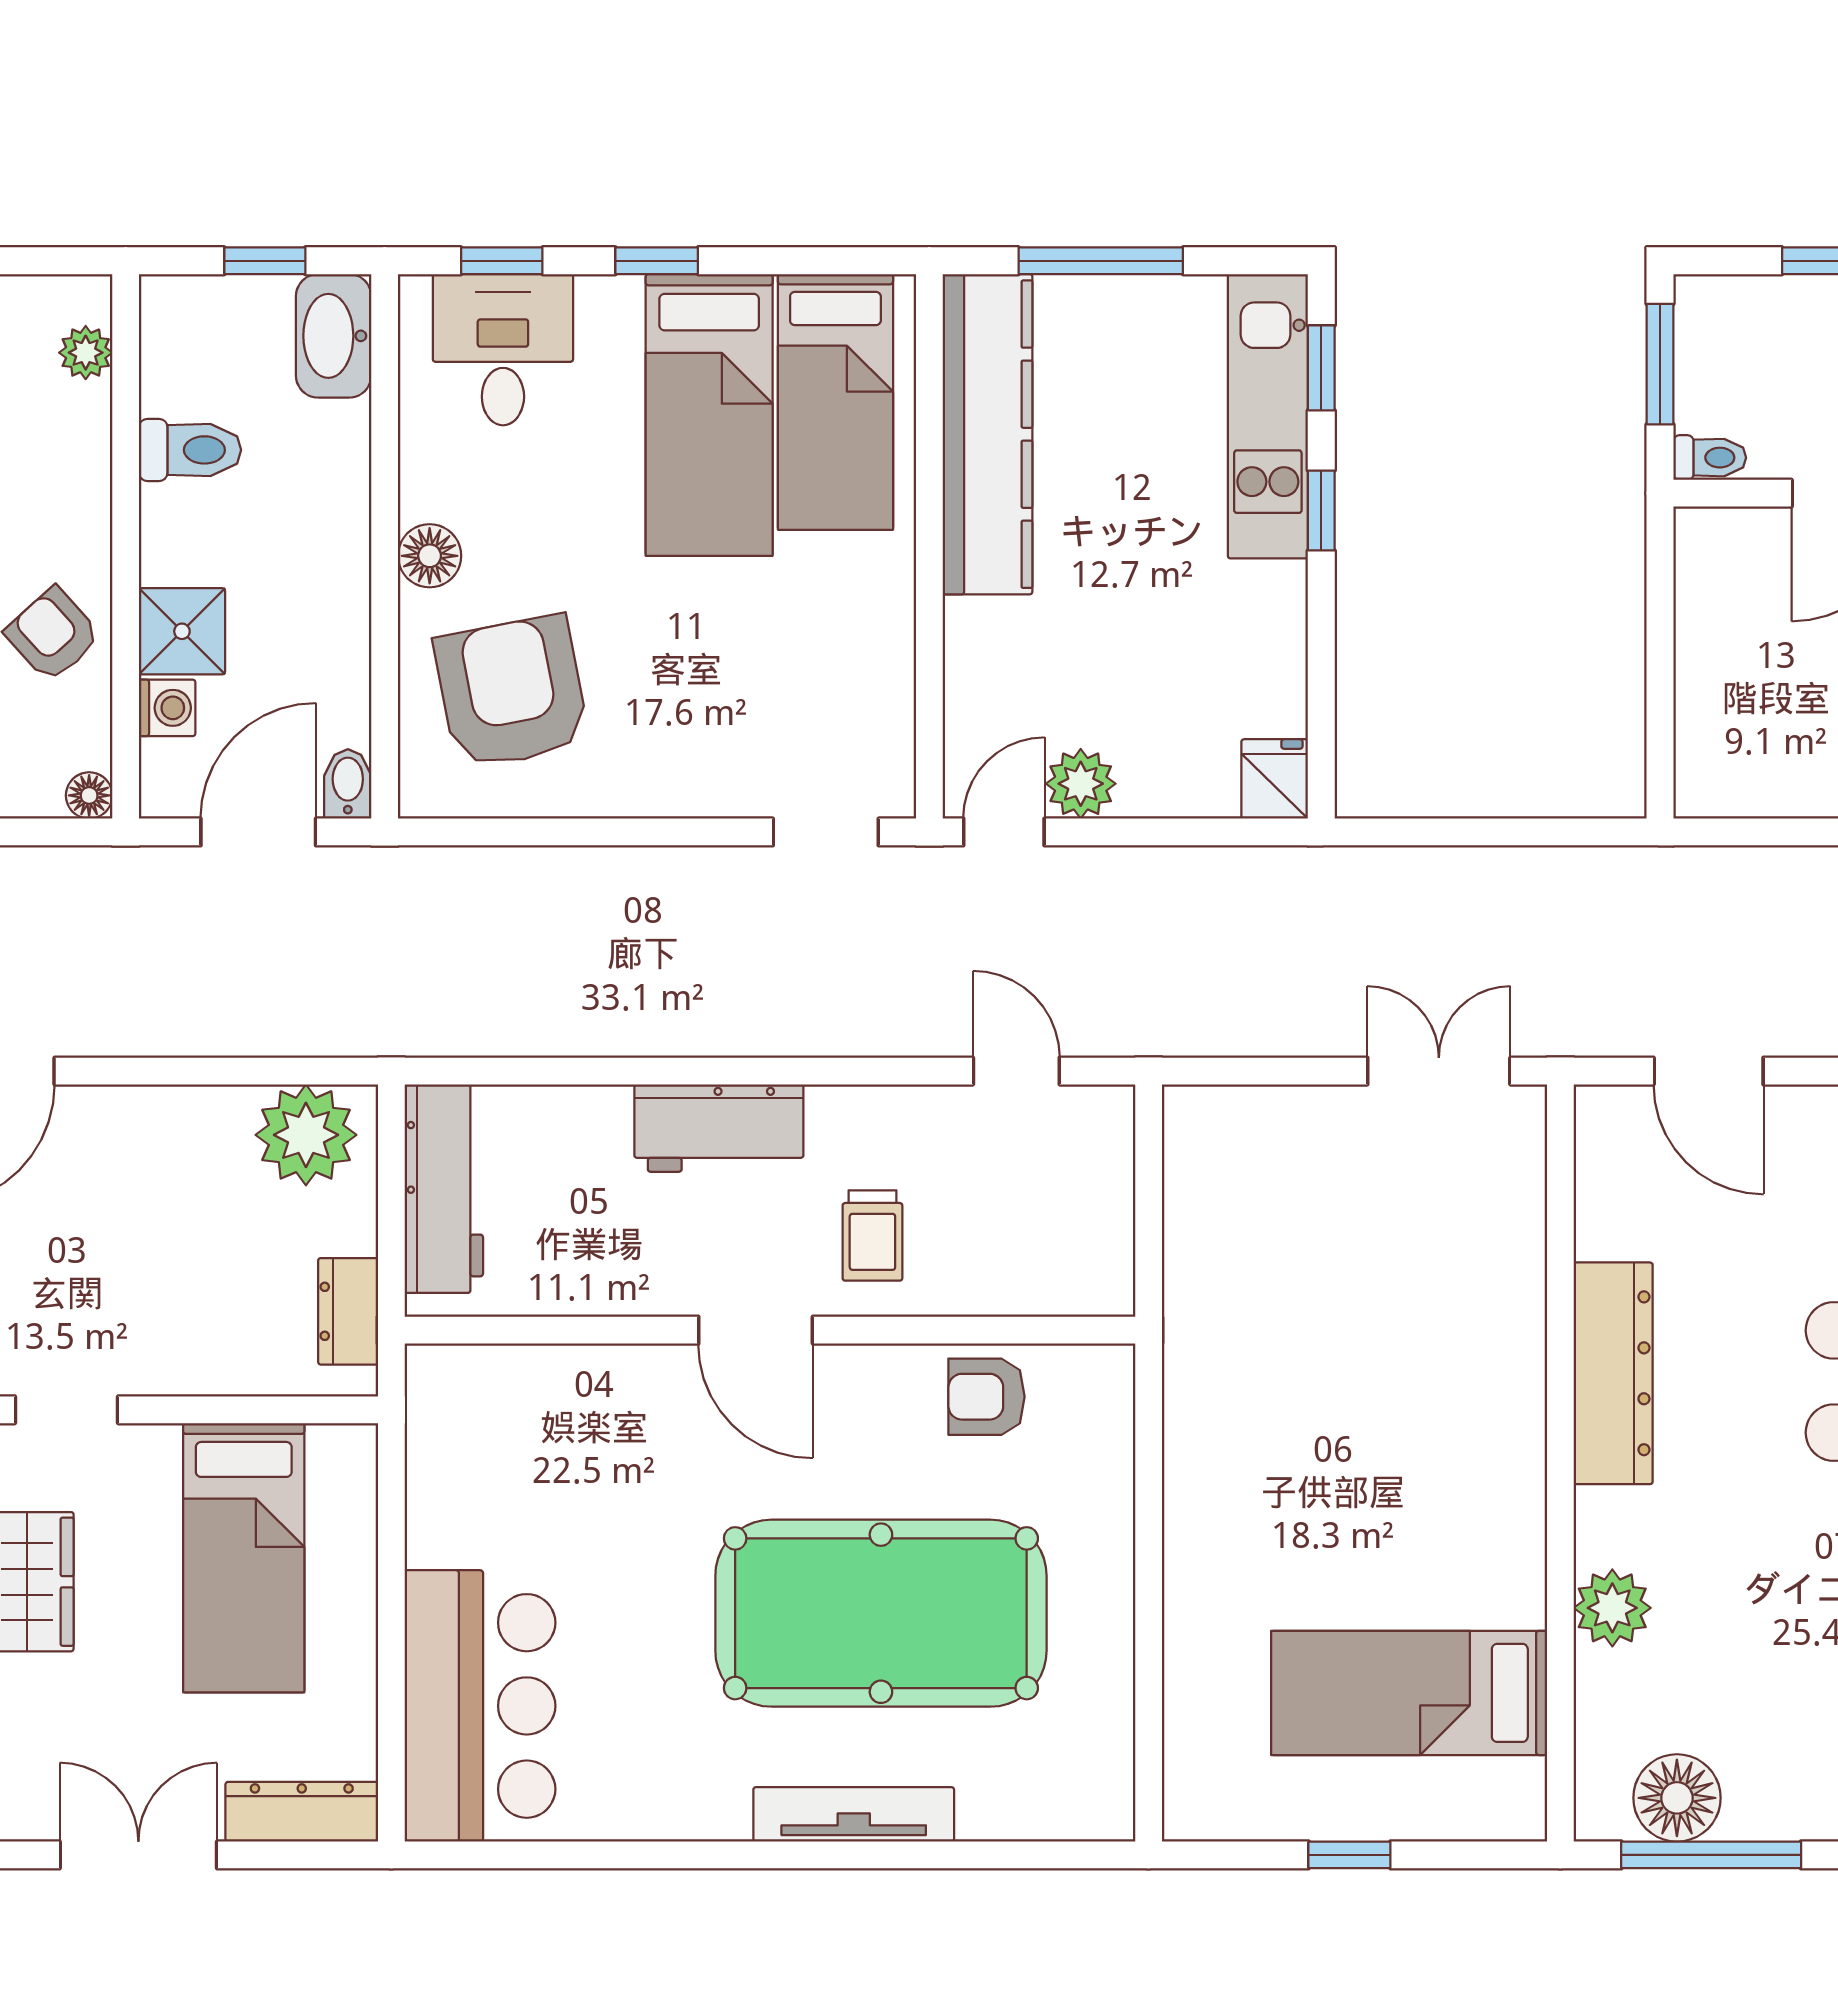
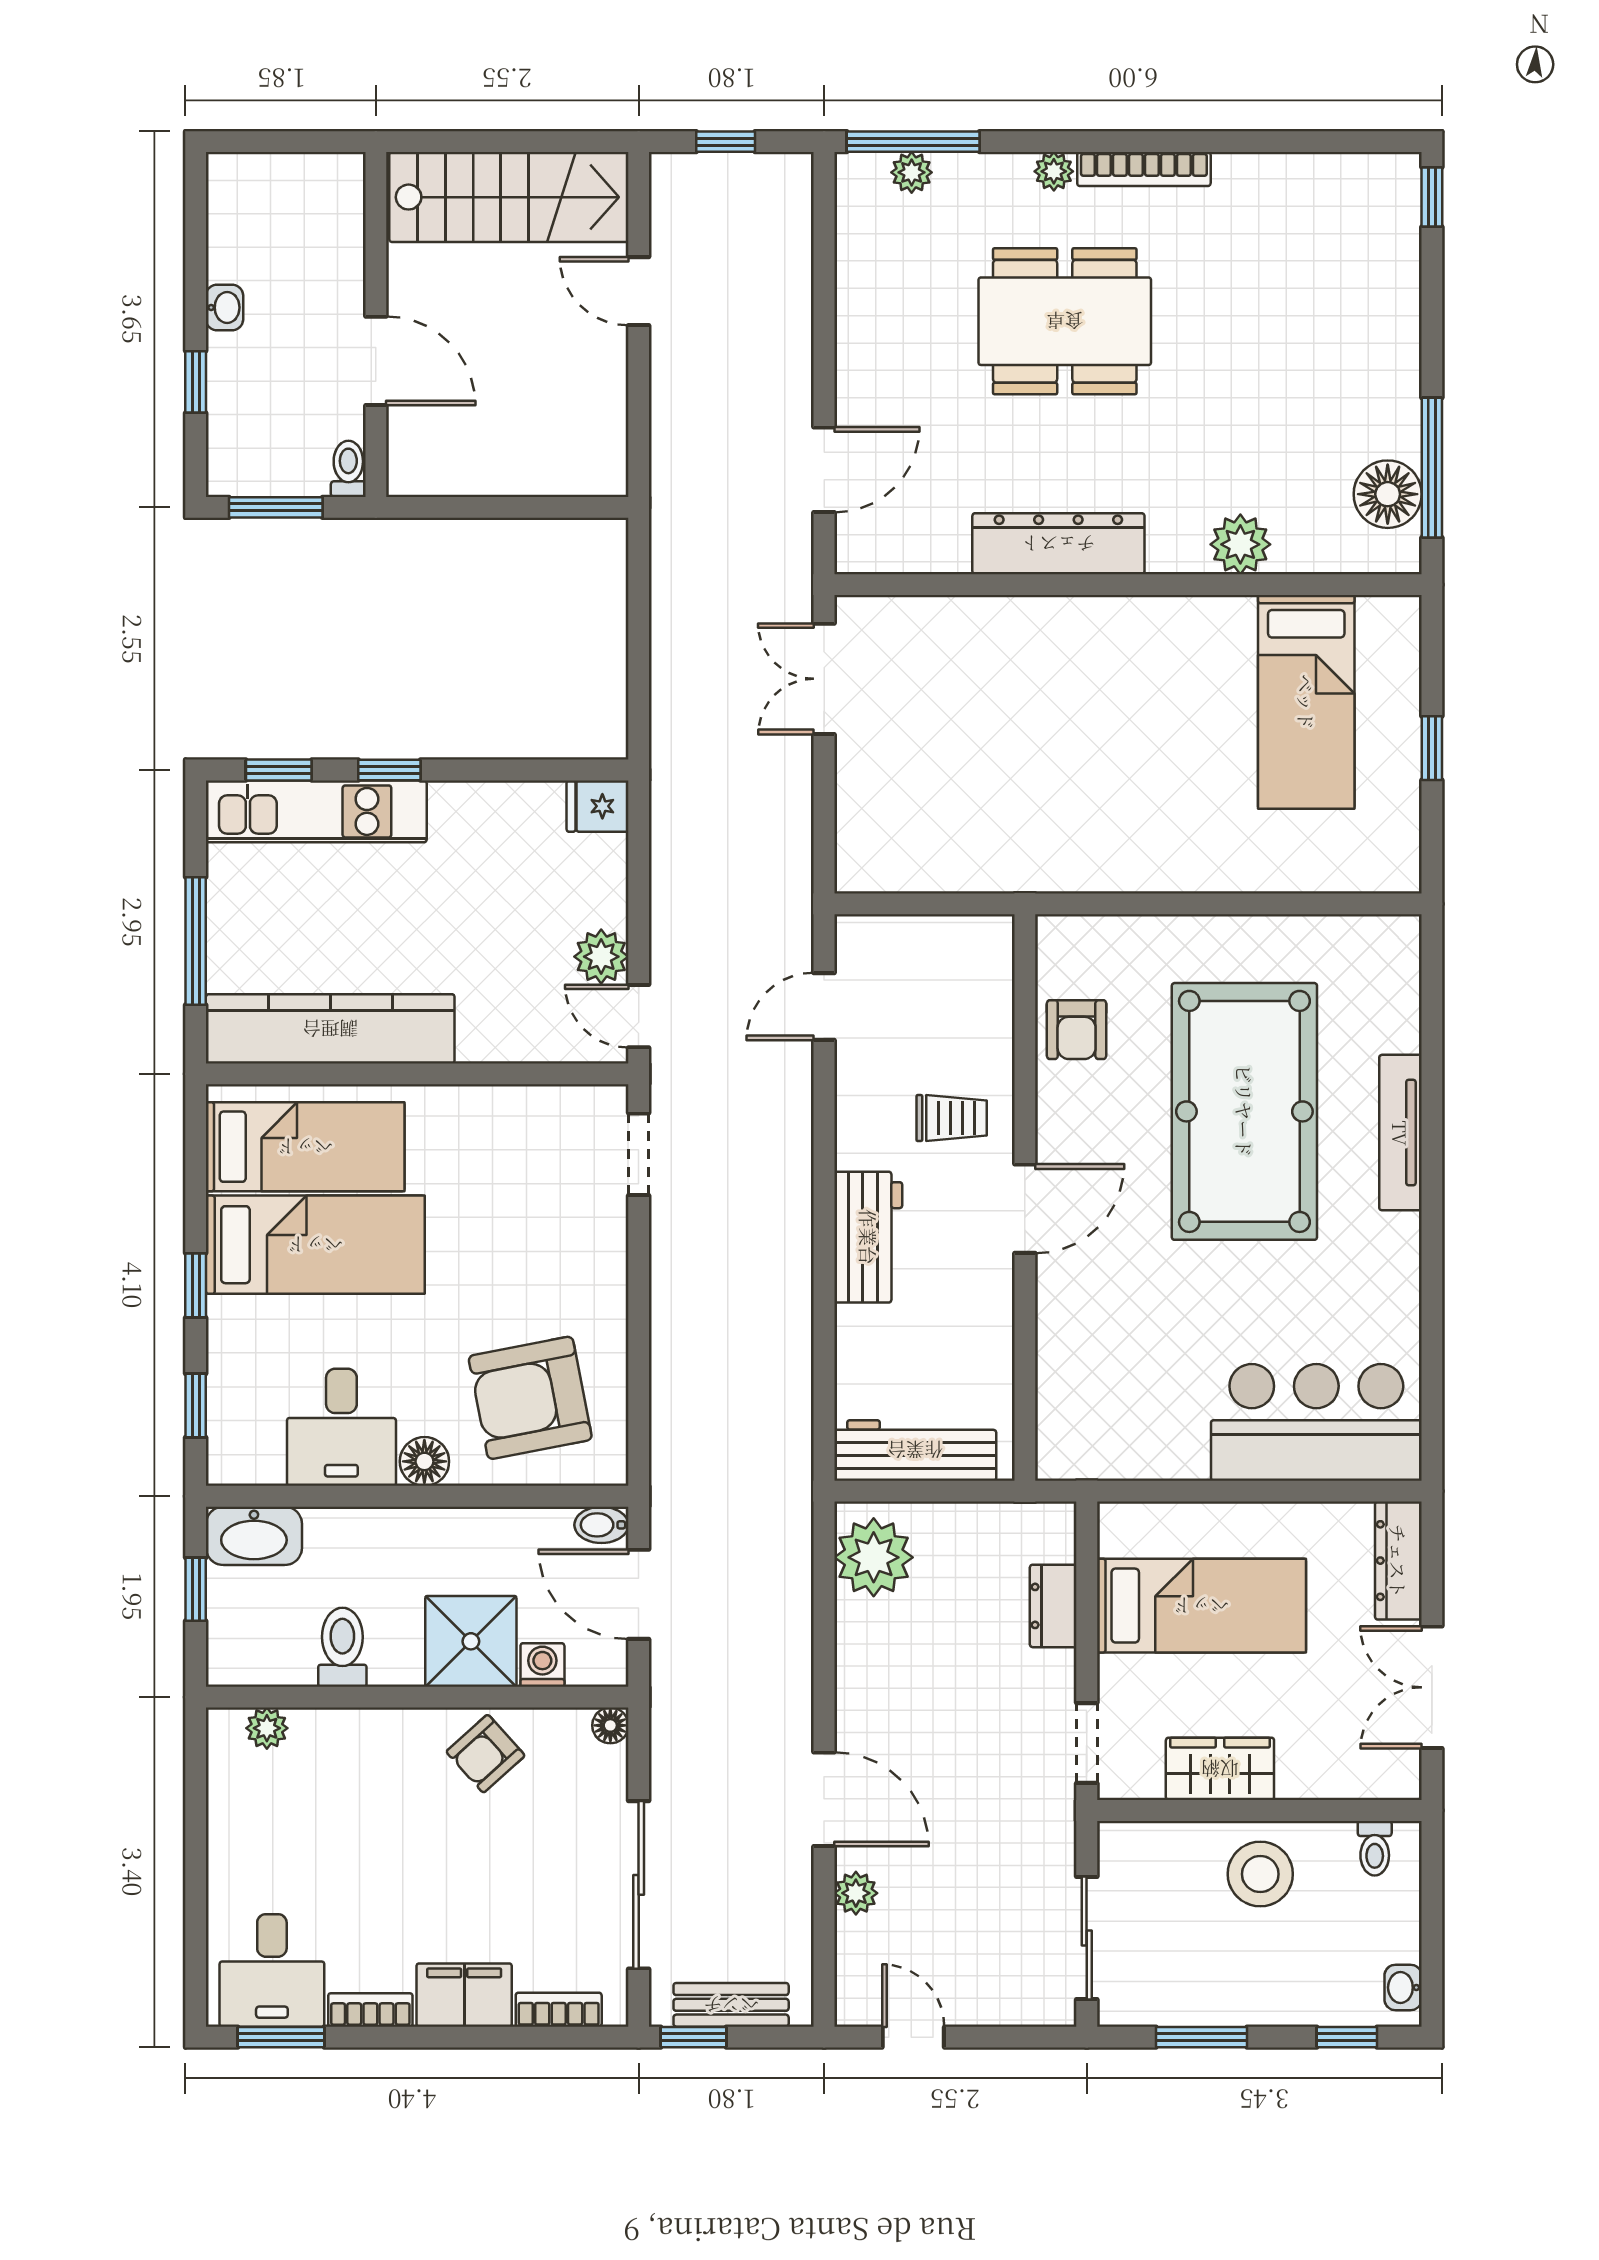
desk: (503, 350) -> (341, 1427), moved, turned -90
shower: (182, 631) -> (471, 1641), width x1.36, depth x1.36
dresser: (348, 1311) -> (1053, 1606), moved, turned 90

